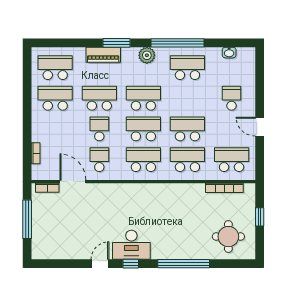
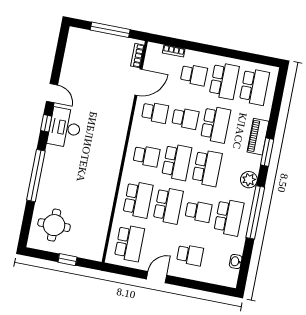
school desk: (187, 98) -> (199, 211), added
school desk: (55, 129) -> (194, 75), added
school desk: (143, 160) -> (146, 156), width x0.54
bookcase: (224, 188) -> (103, 231), removed

